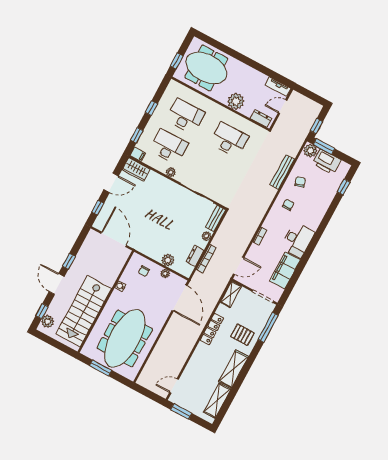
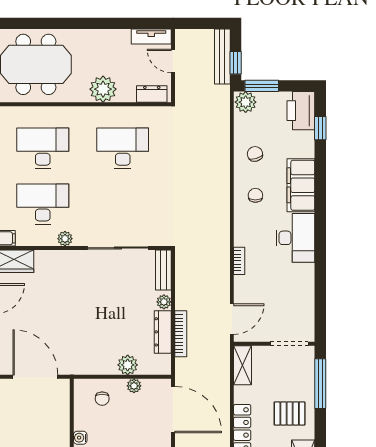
door: (283, 107) -> (173, 61), hinge flipped
printer: (327, 162) -> (301, 111), moved, turned 90
bench: (282, 172) -> (222, 57), moved
dresser: (195, 256) -> (163, 332), width x1.44
filing cabinet: (285, 270) -> (301, 185), moved

